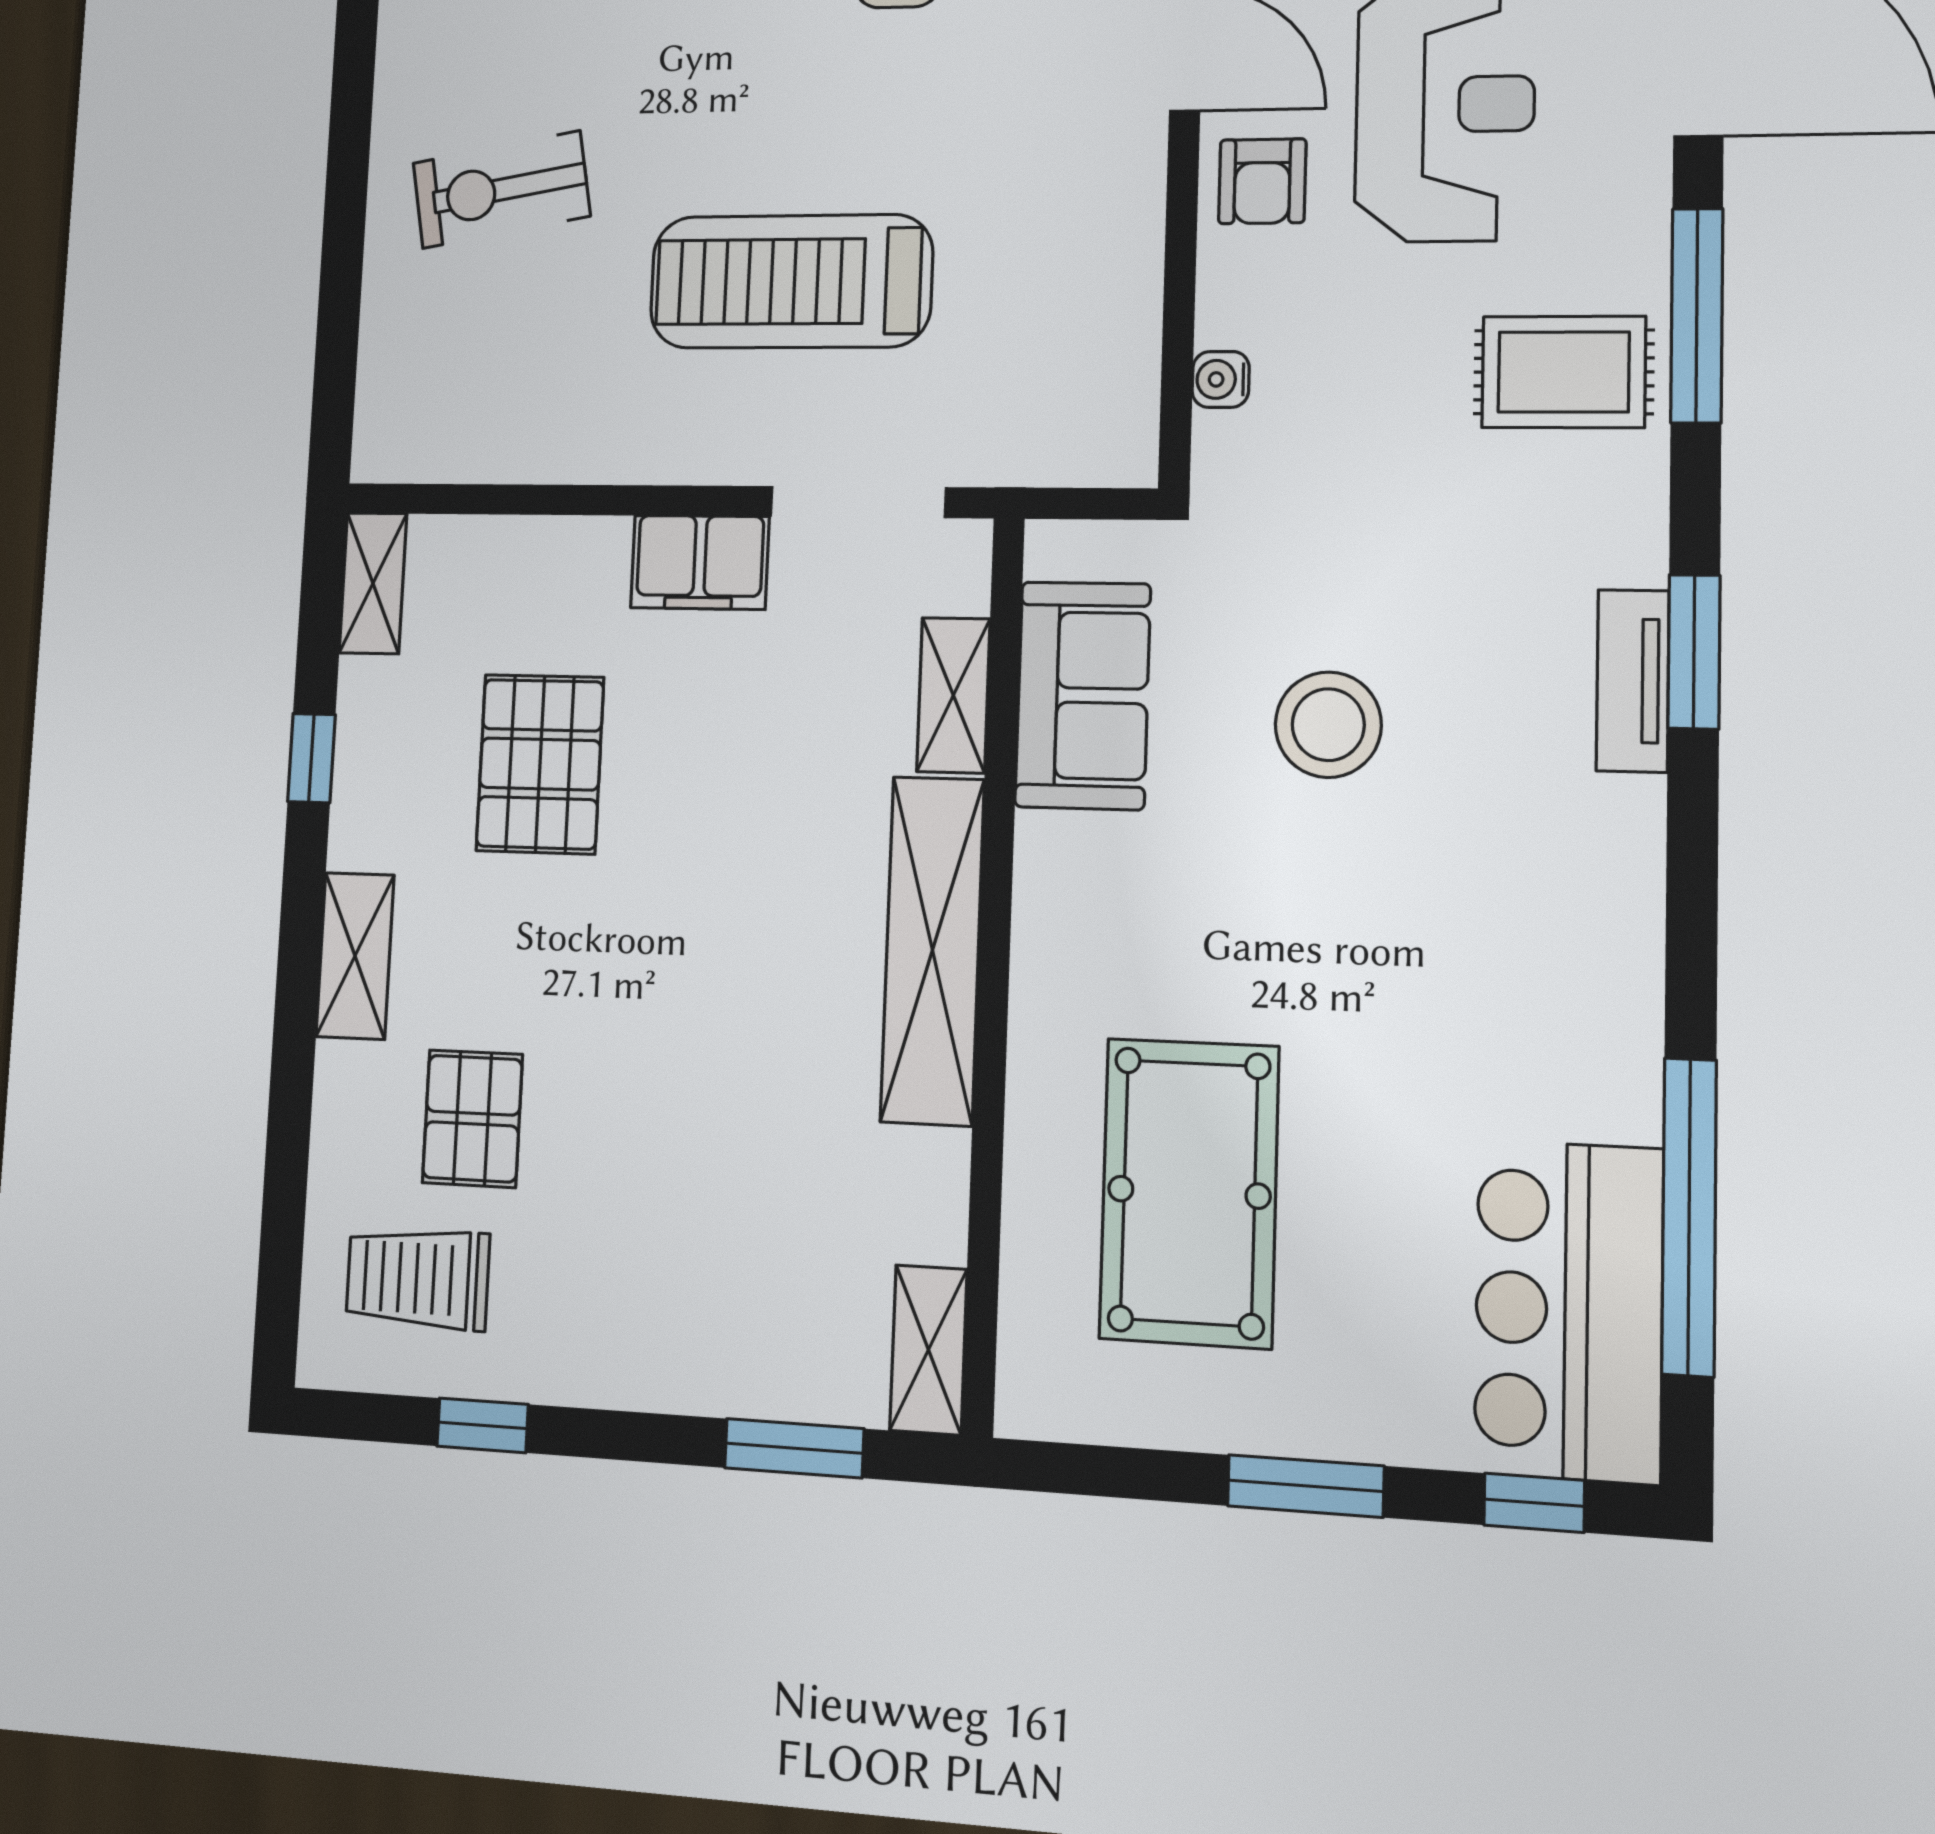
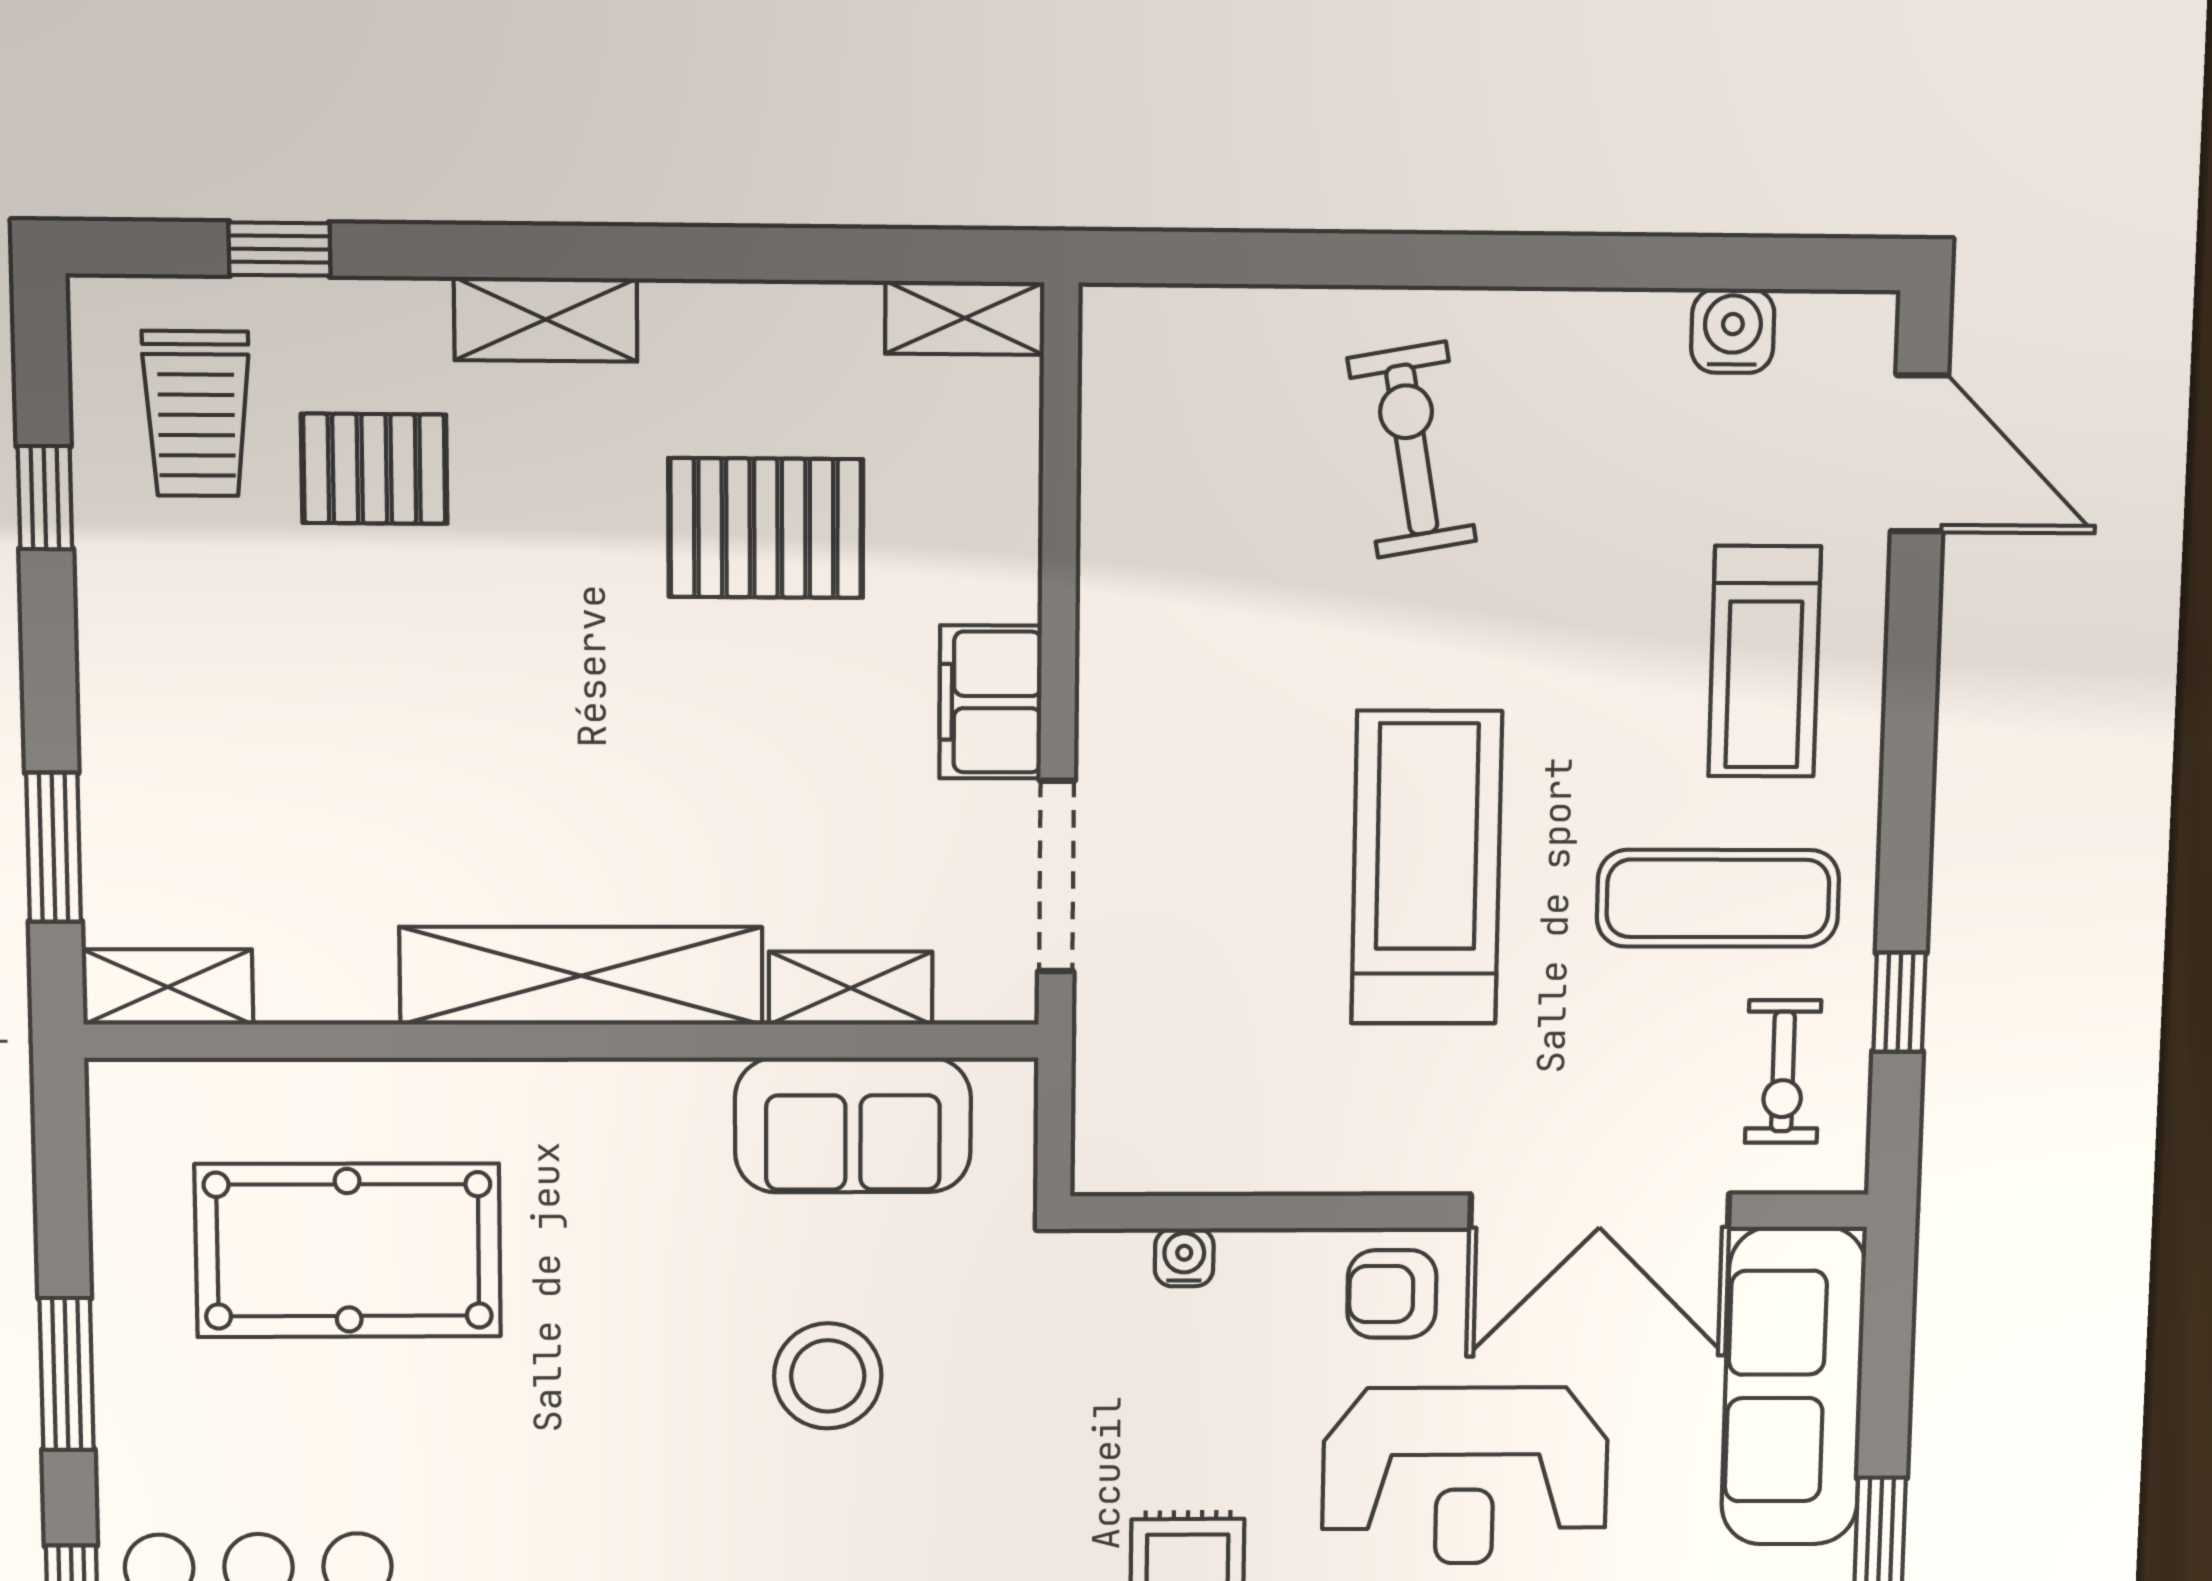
treadmill: (791, 282) -> (1427, 868), moved
window: (311, 758) -> (279, 249), moved
trolley: (418, 1278) -> (196, 414), turned 180

